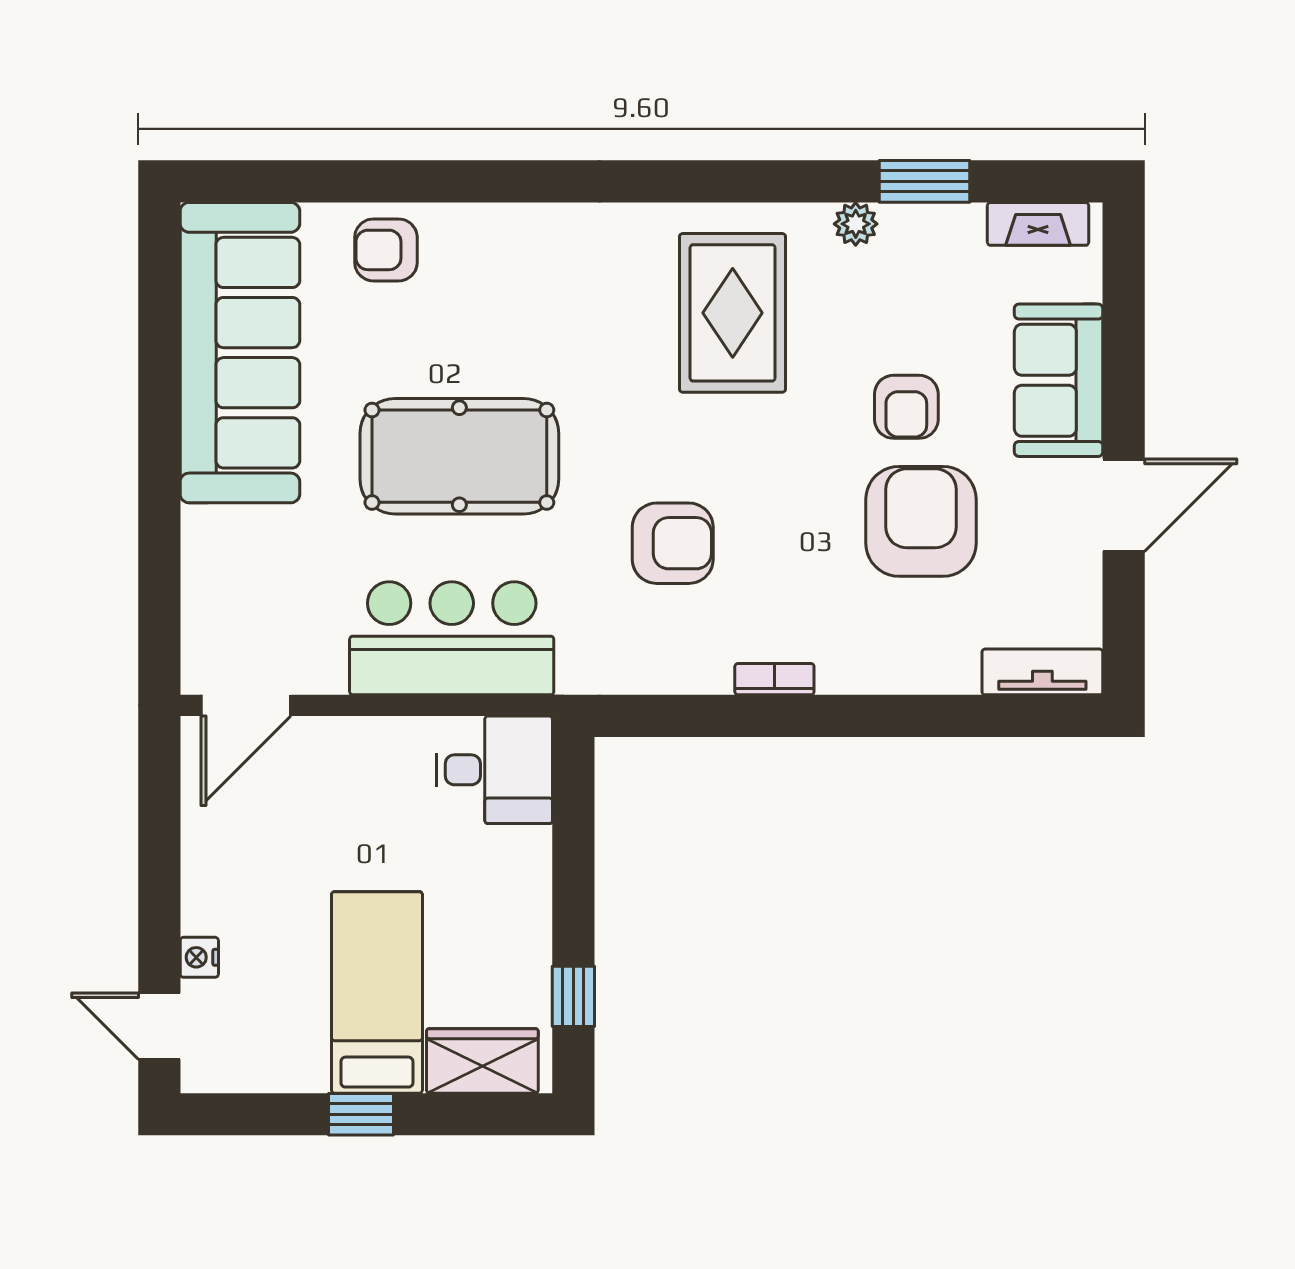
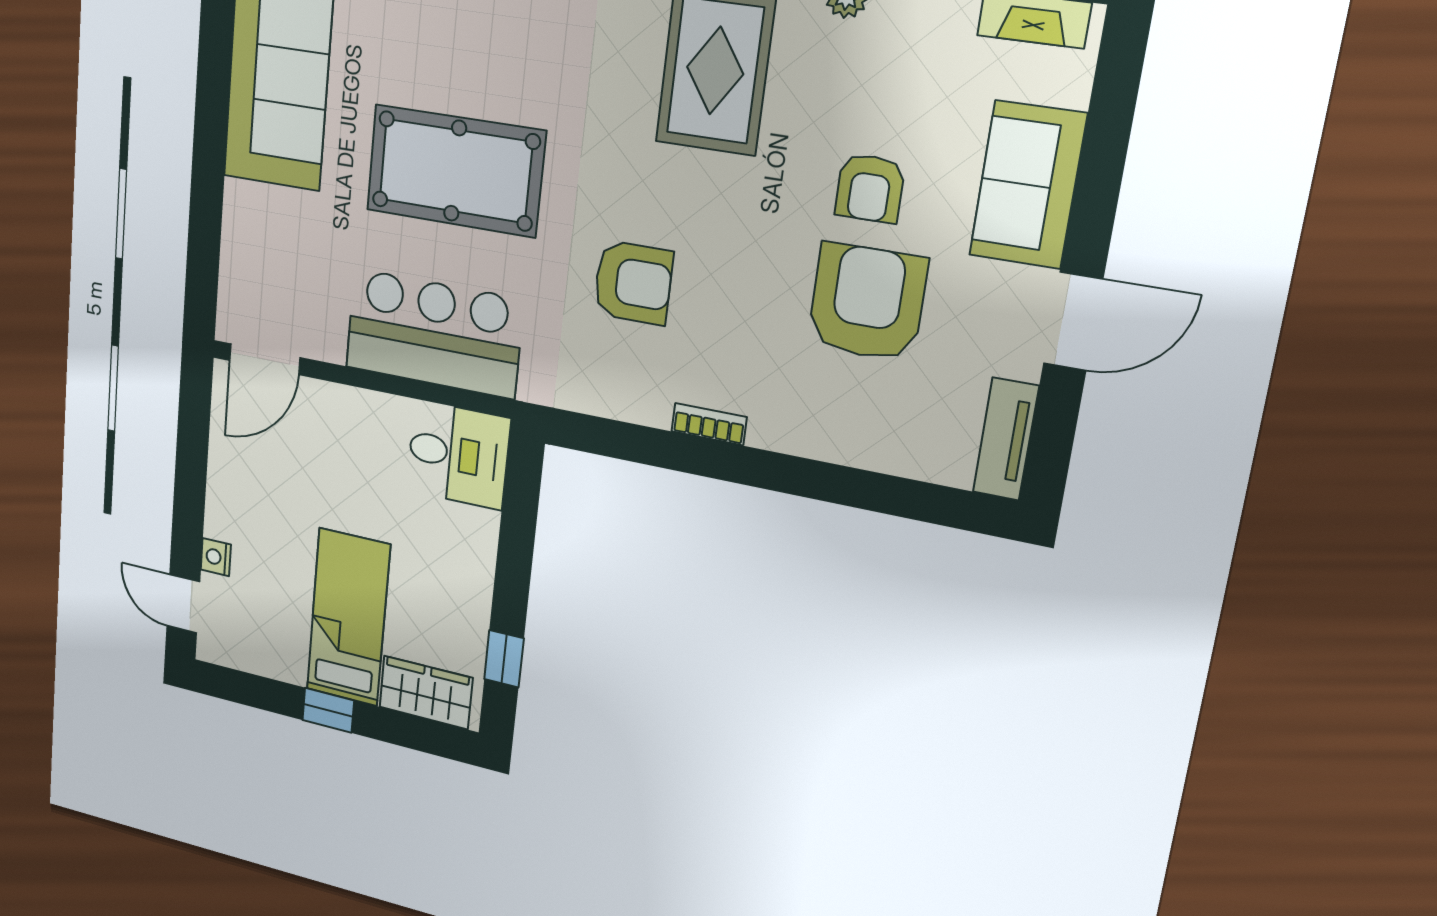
tv unit: (1042, 672) -> (1006, 439), moved, turned -90

